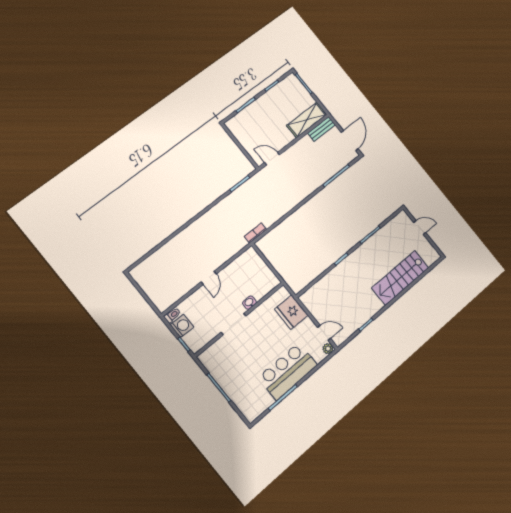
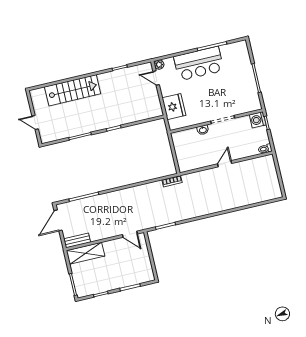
washing machine: (182, 326) -> (258, 120), moved

